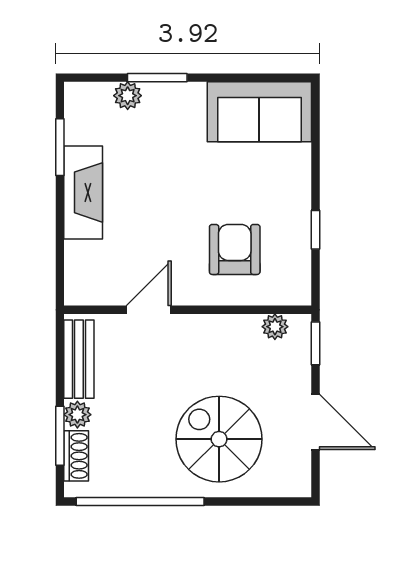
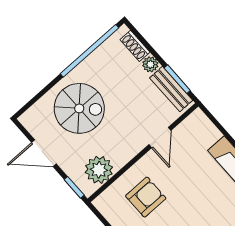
armchair: (235, 249) -> (146, 197), turned -90
plant: (275, 327) -> (99, 170), width x1.88, depth x1.88
window: (60, 436) -> (177, 79), moved

